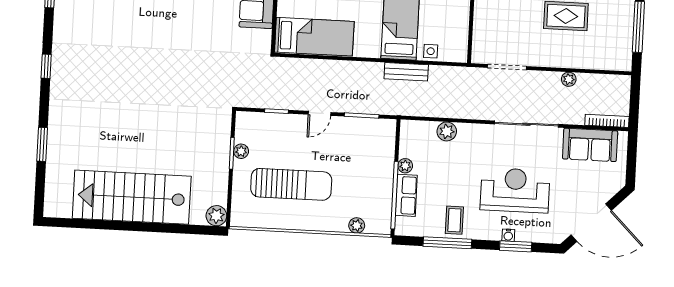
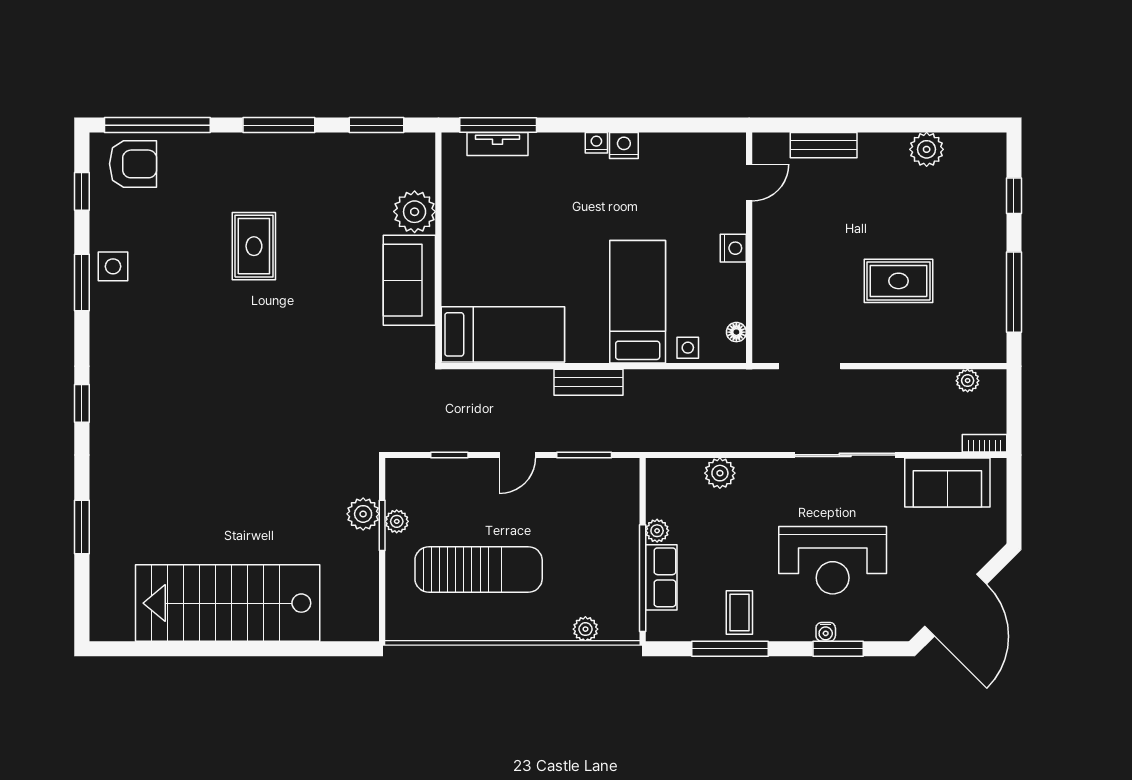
floor lamp: (462, 43) -> (736, 332), added
bench: (406, 72) -> (589, 382), moved
plant: (569, 79) -> (968, 381), moved
bookcase: (607, 121) -> (984, 443), width x0.64
reception desk: (515, 190) -> (833, 560), turned 180
plant: (216, 216) -> (363, 514), moved
door: (591, 223) -> (956, 605), hinge flipped

